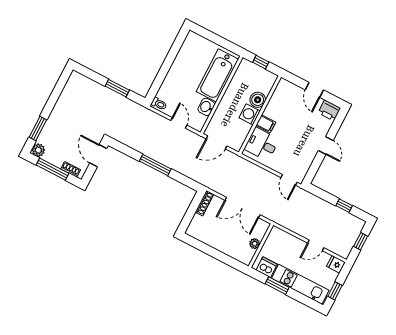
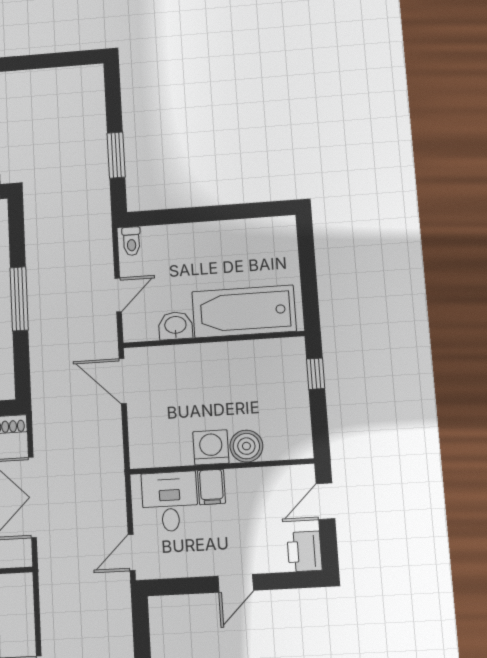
boiler: (258, 100) -> (246, 446), moved
washing machine: (250, 114) -> (211, 447), moved
wall: (260, 115) -> (222, 466), moved
filing cabinet: (266, 124) -> (211, 487), moved
desk: (262, 144) -> (170, 502), moved

